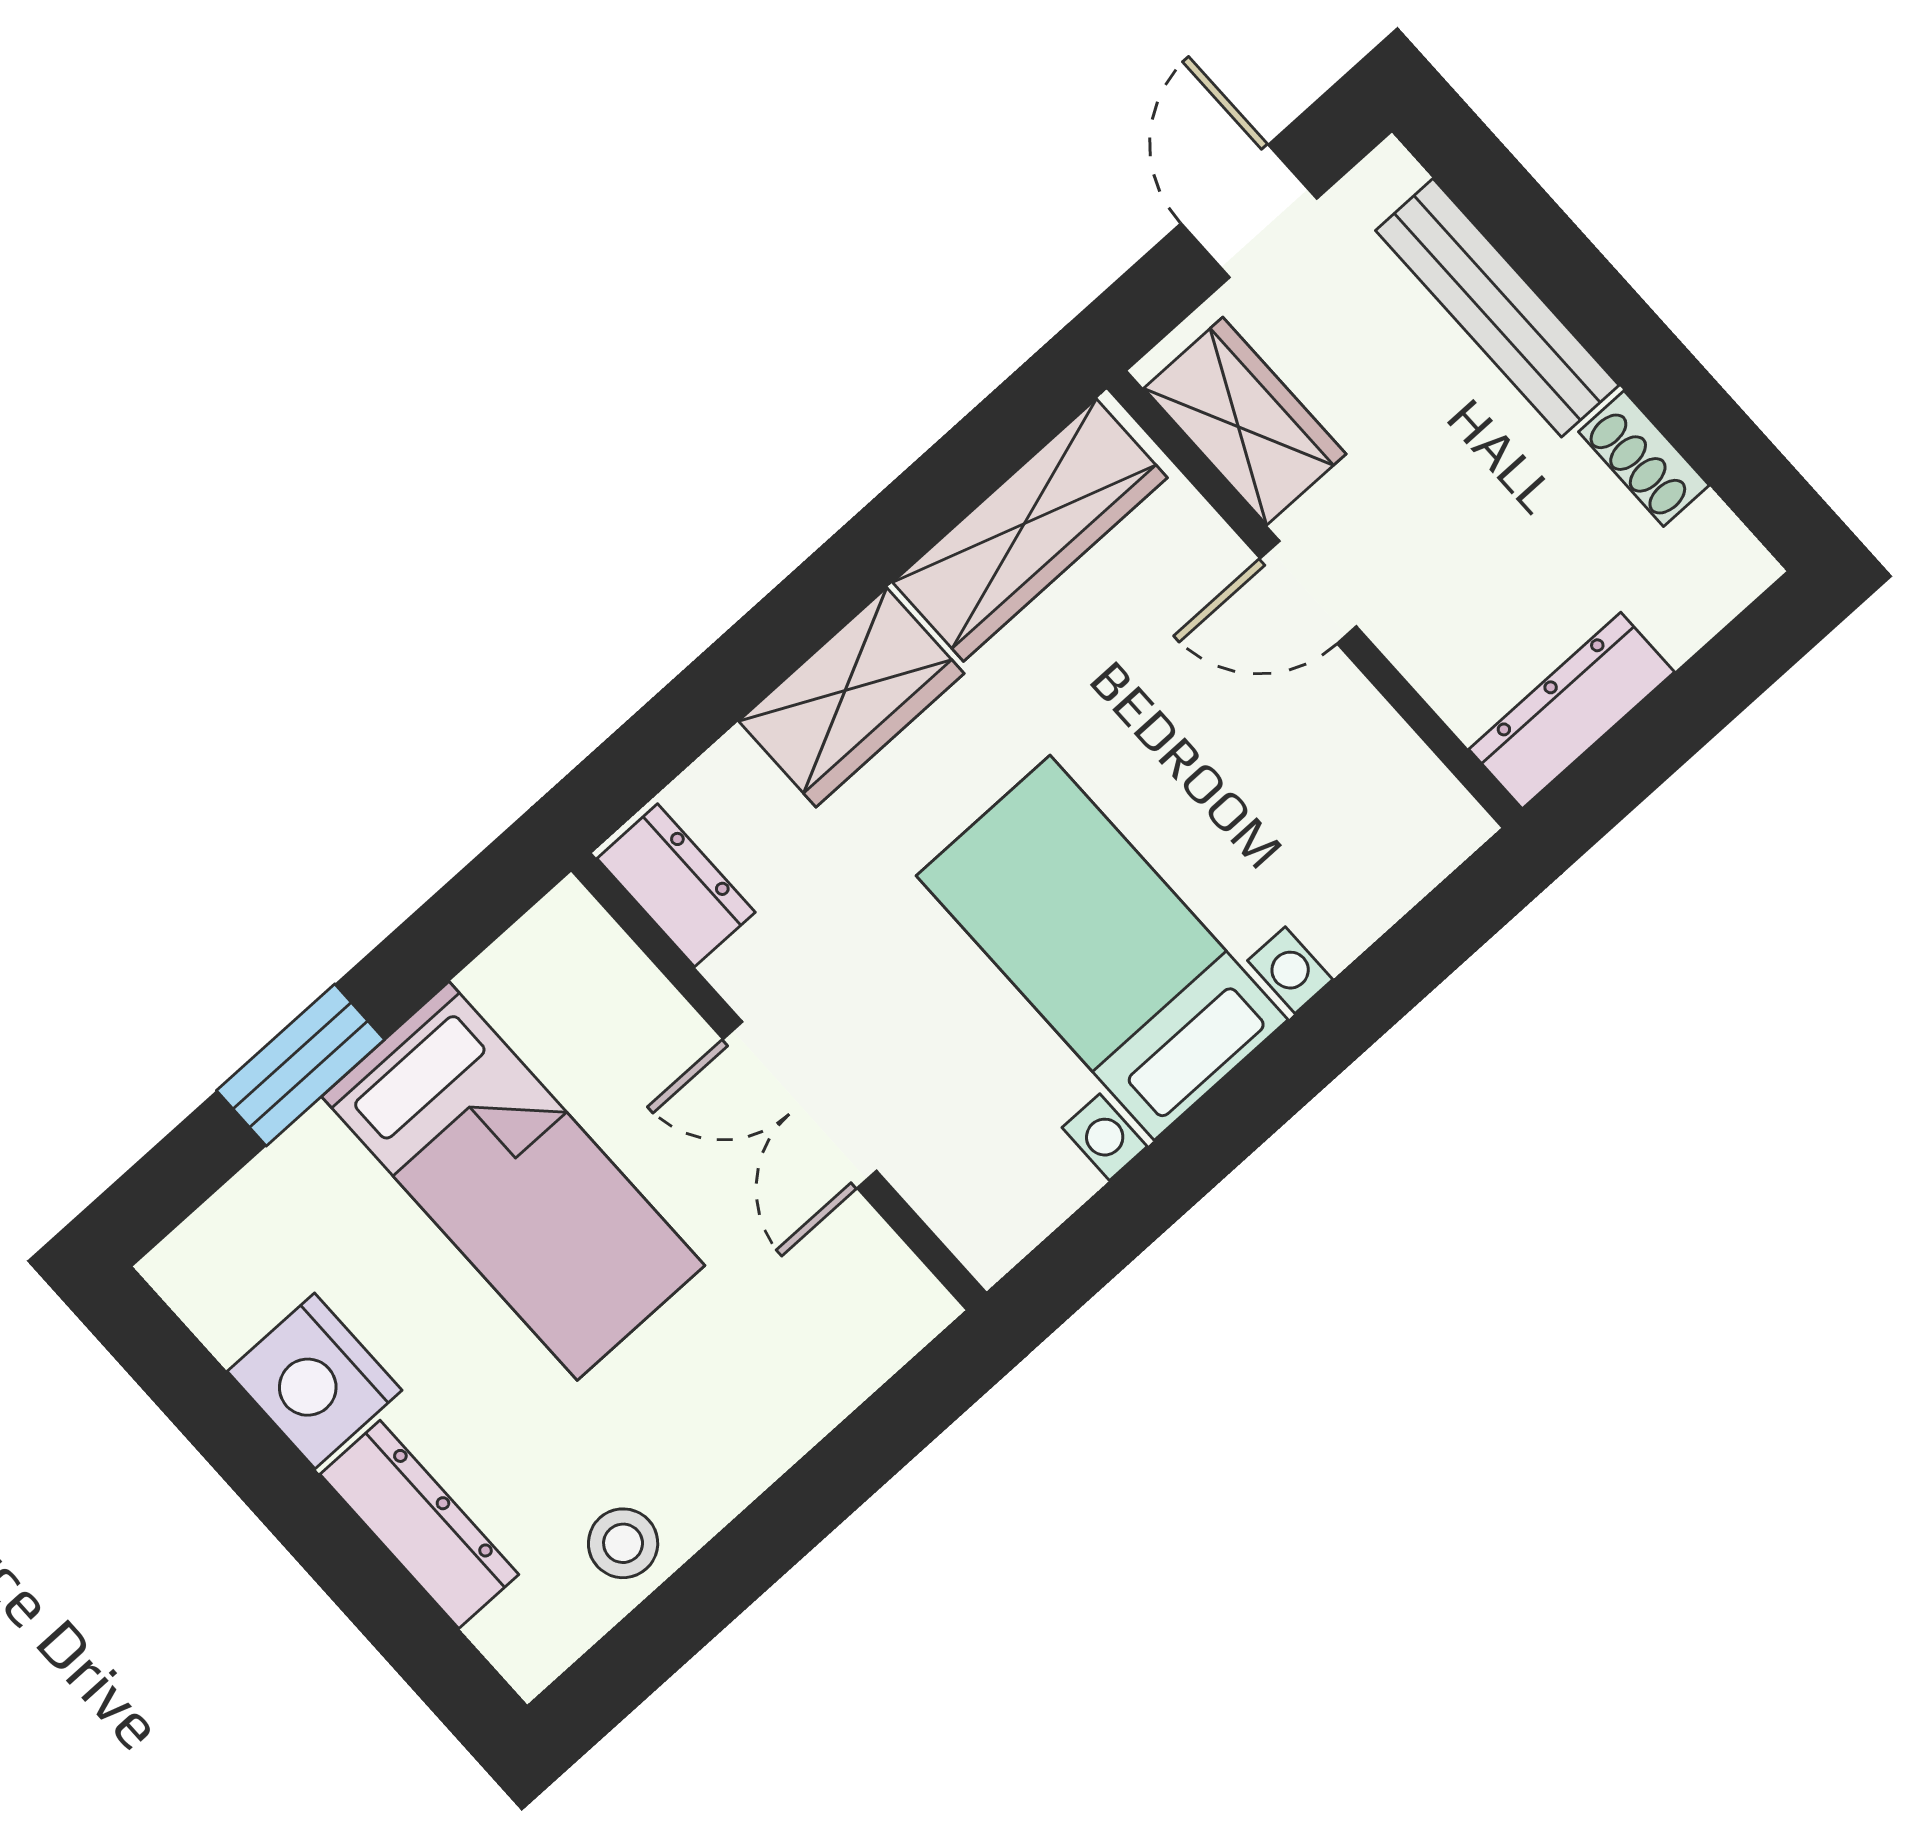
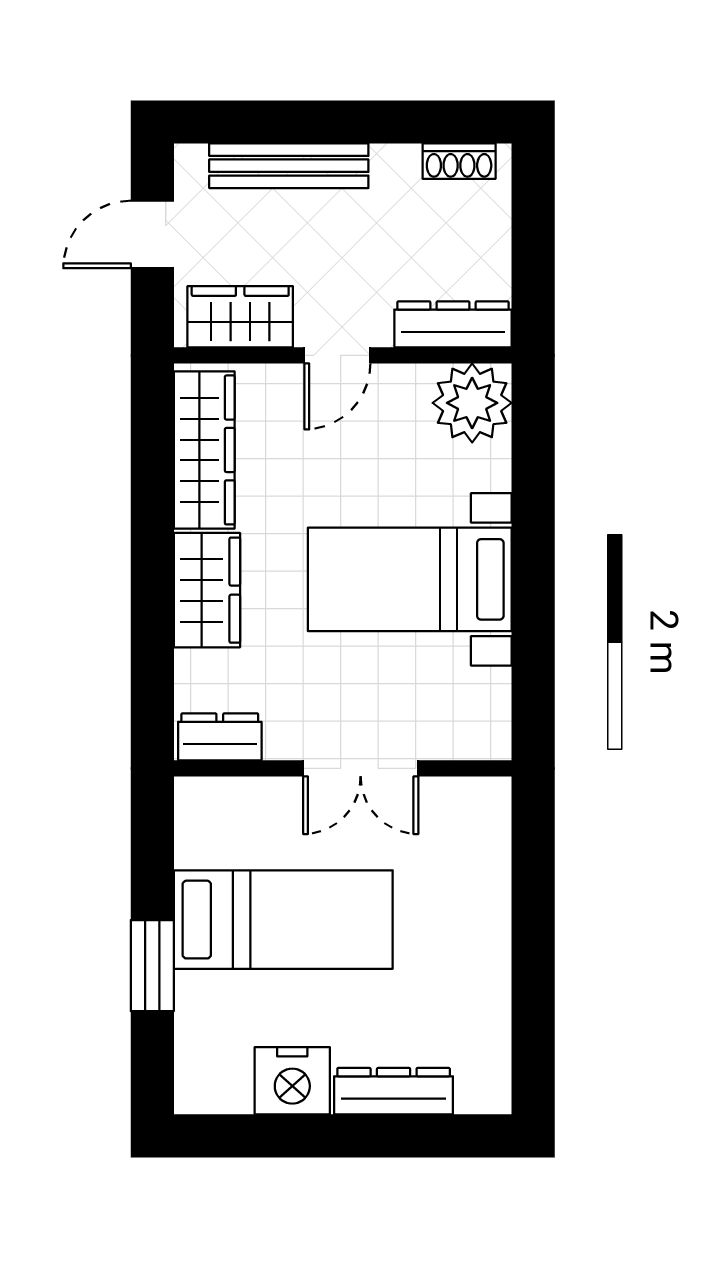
door: (1249, 211) -> (152, 234), hinge flipped
shoe rack: (1644, 459) -> (459, 161), moved
dresser: (1572, 711) -> (453, 324), moved, turned 90
plant: (1404, 823) -> (472, 403), added
stool: (623, 1543) -> (480, 1012), removed

